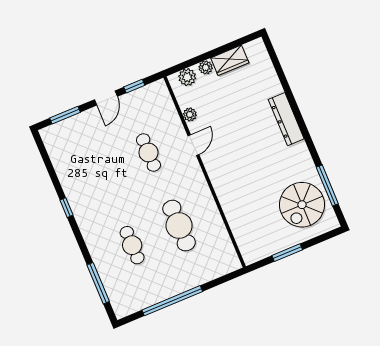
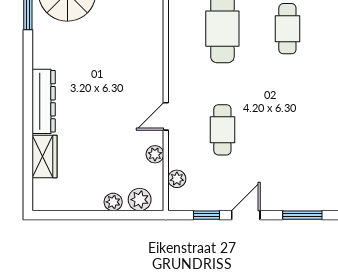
wardrobe: (230, 60) -> (45, 157), moved, turned 90
plant: (167, 103) -> (177, 179), added

